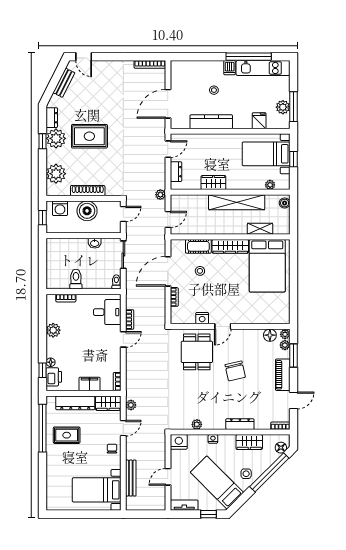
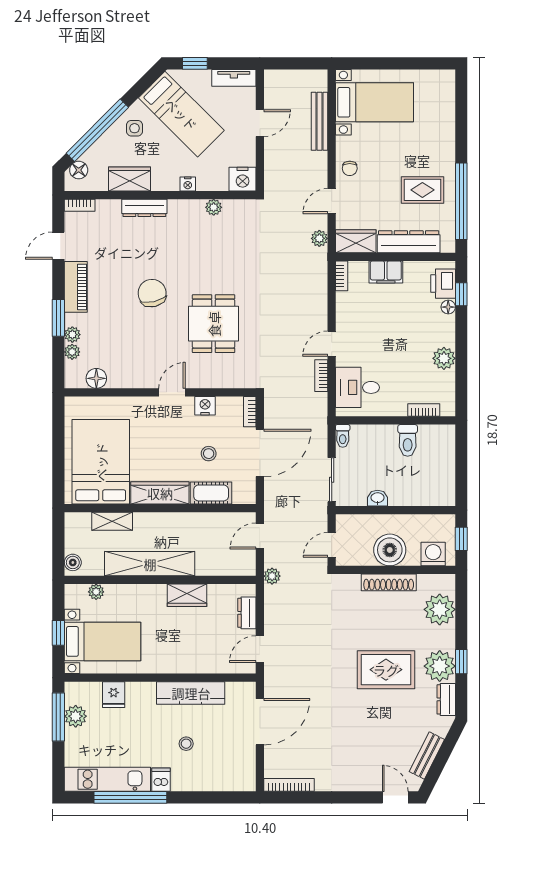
nightstand: (202, 318) -> (205, 406), moved
door: (223, 326) -> (172, 392), moved
wall: (230, 326) -> (160, 392), moved
floor lamp: (270, 335) -> (96, 378), moved

